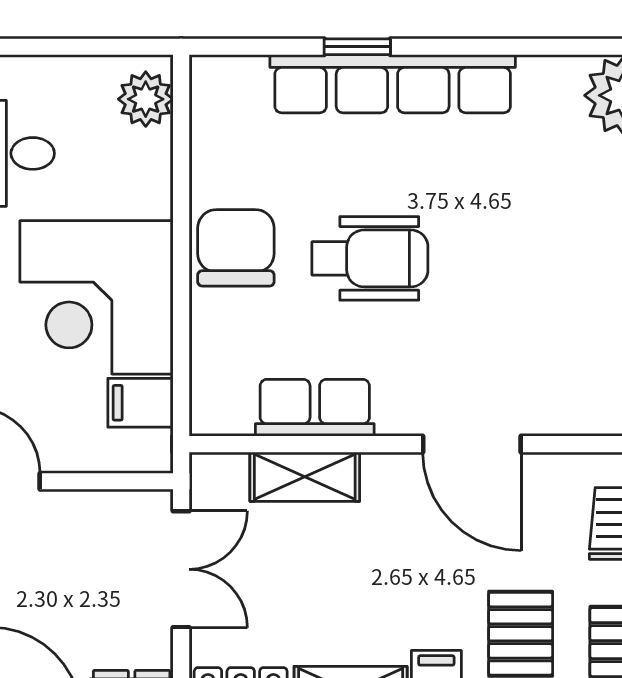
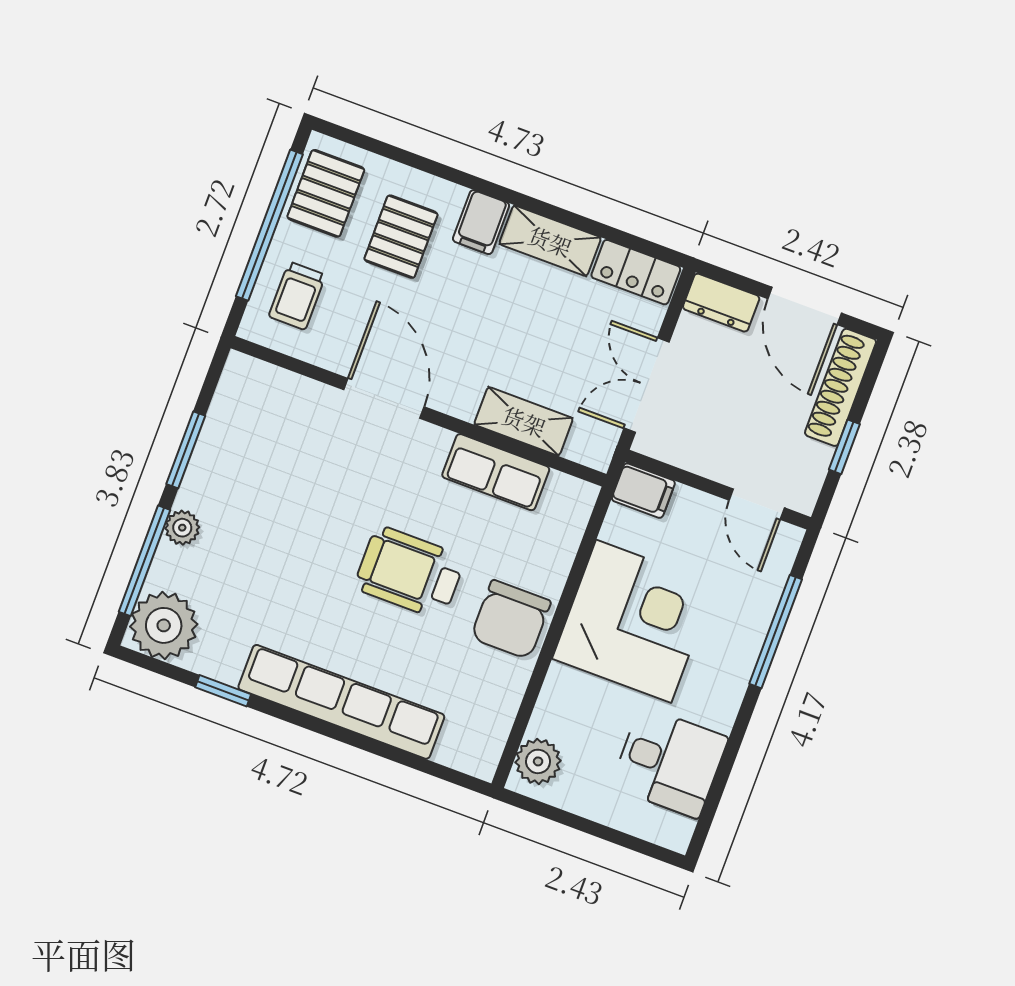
window: (357, 47) -> (223, 691), moved
filing cabinet: (141, 403) -> (643, 491), moved

